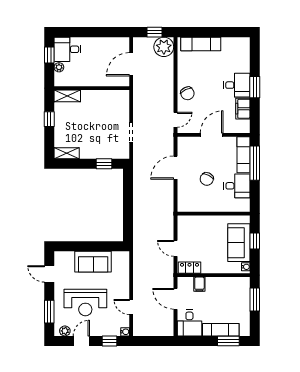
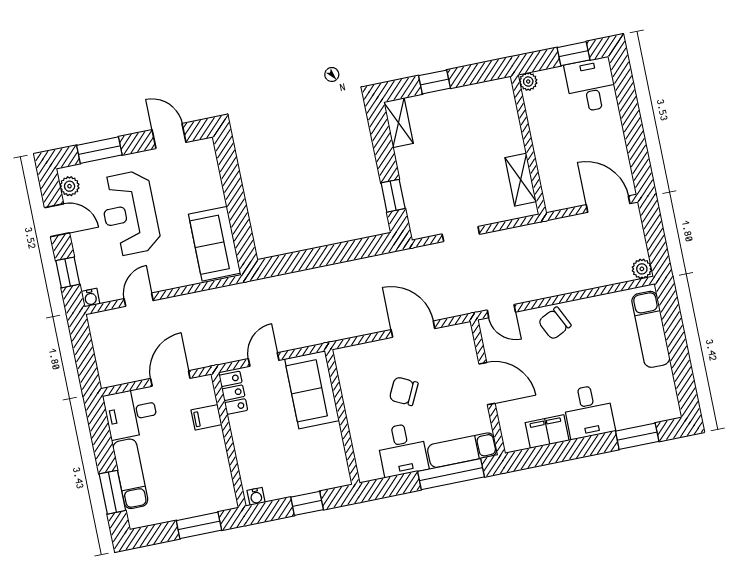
window: (154, 32) -> (655, 239), removed
plant: (164, 47) -> (642, 269), width x0.53, depth x0.53
door: (131, 64) -> (608, 204), moved
plant: (59, 67) -> (528, 81), moved
window: (255, 87) -> (637, 436), moved
shelving: (67, 96) -> (521, 180), moved
window: (49, 119) -> (434, 82), moved
sofa: (239, 243) -> (312, 390), moved, turned -90
sofa: (93, 262) -> (215, 244), moved
door: (49, 274) -> (169, 136), hinge flipped

